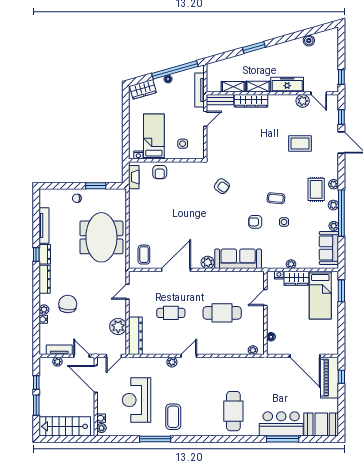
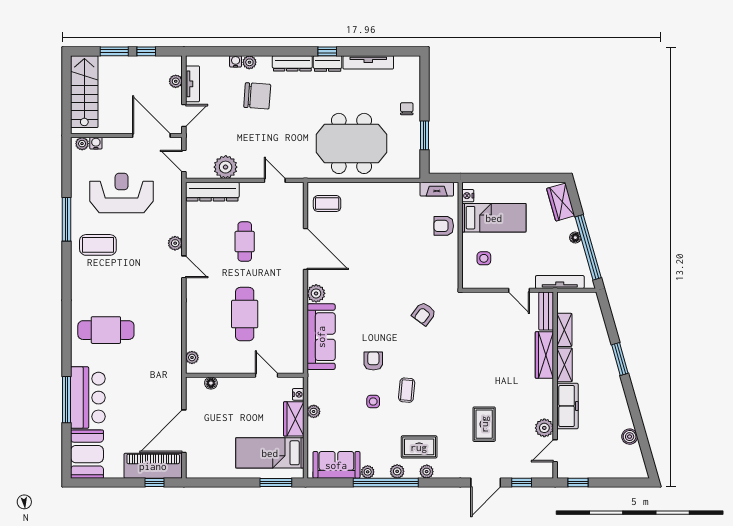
door: (96, 379) -> (151, 135), hinge flipped

